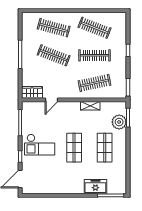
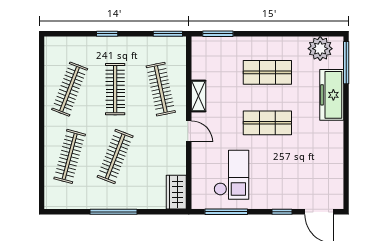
door: (52, 100) -> (189, 131), moved
plant: (119, 122) -> (320, 49), moved
checkout: (40, 145) -> (231, 175), moved
freezer: (95, 187) -> (332, 95), width x1.40

